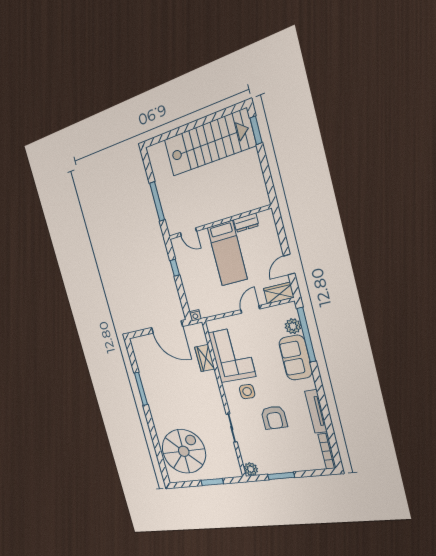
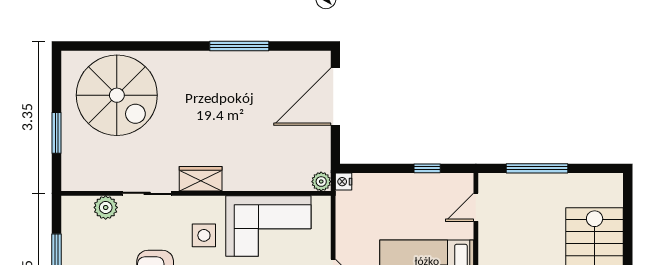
door: (167, 327) -> (335, 96), moved
plant: (199, 329) -> (321, 182), added
wardrobe: (205, 358) -> (201, 179), moved
plant: (251, 469) -> (106, 207), moved

